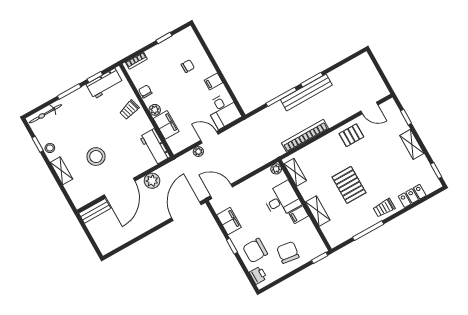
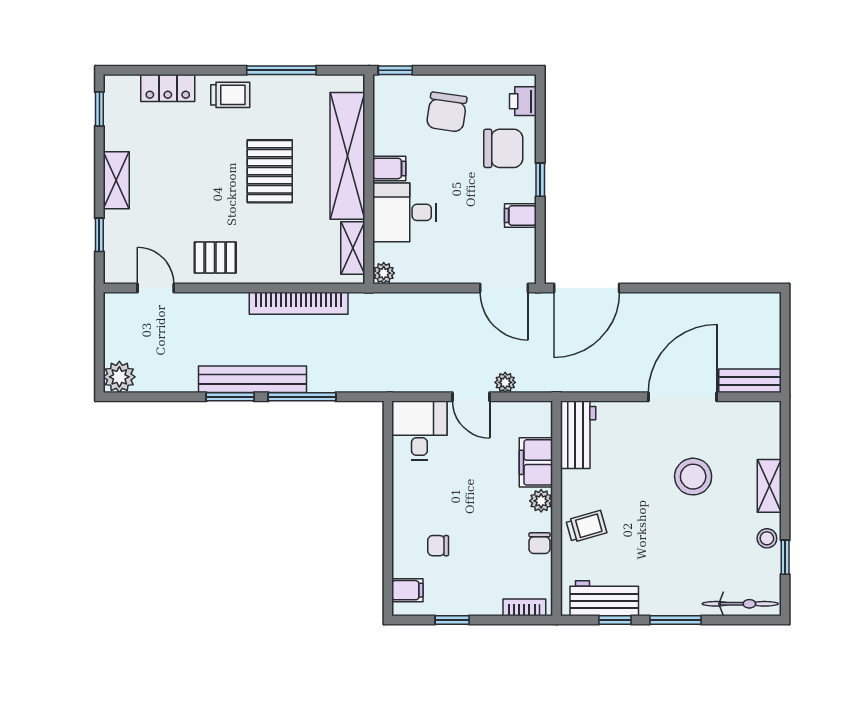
filing cabinet: (214, 81) -> (407, 590), moved
plant: (152, 181) -> (119, 377), moved
shelving: (318, 211) -> (347, 156), width x2.20, depth x1.33
filing cabinet: (229, 221) -> (520, 216), width x0.50

